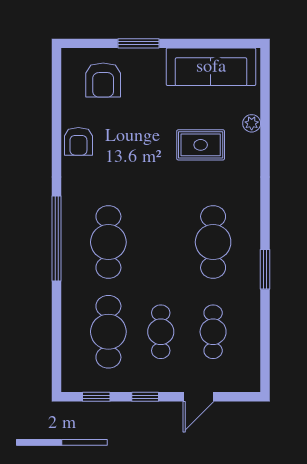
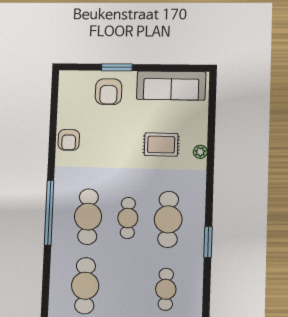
armchair: (103, 80) -> (109, 92), moved
plant: (252, 123) -> (200, 152), moved
cafe table: (161, 332) -> (128, 218), moved

